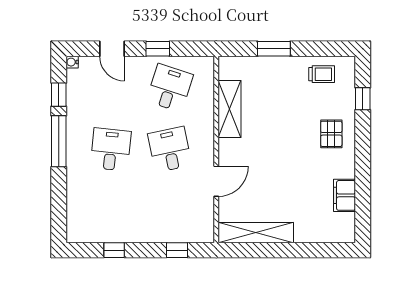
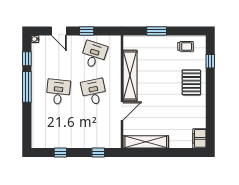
shelving: (230, 109) -> (130, 75), width x1.47
pallet: (331, 134) -> (191, 82), width x1.50, depth x1.42
filing cabinet: (345, 195) -> (199, 138), moved

